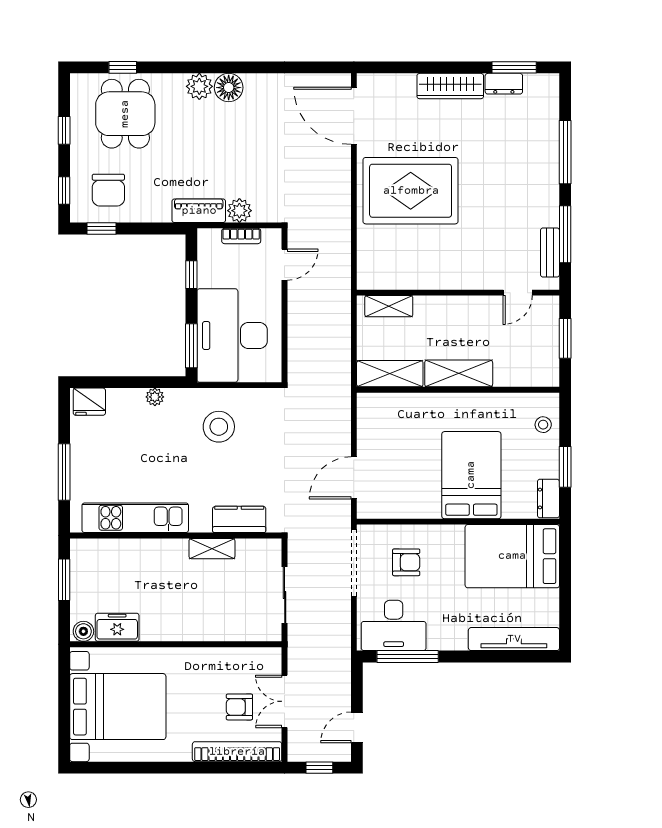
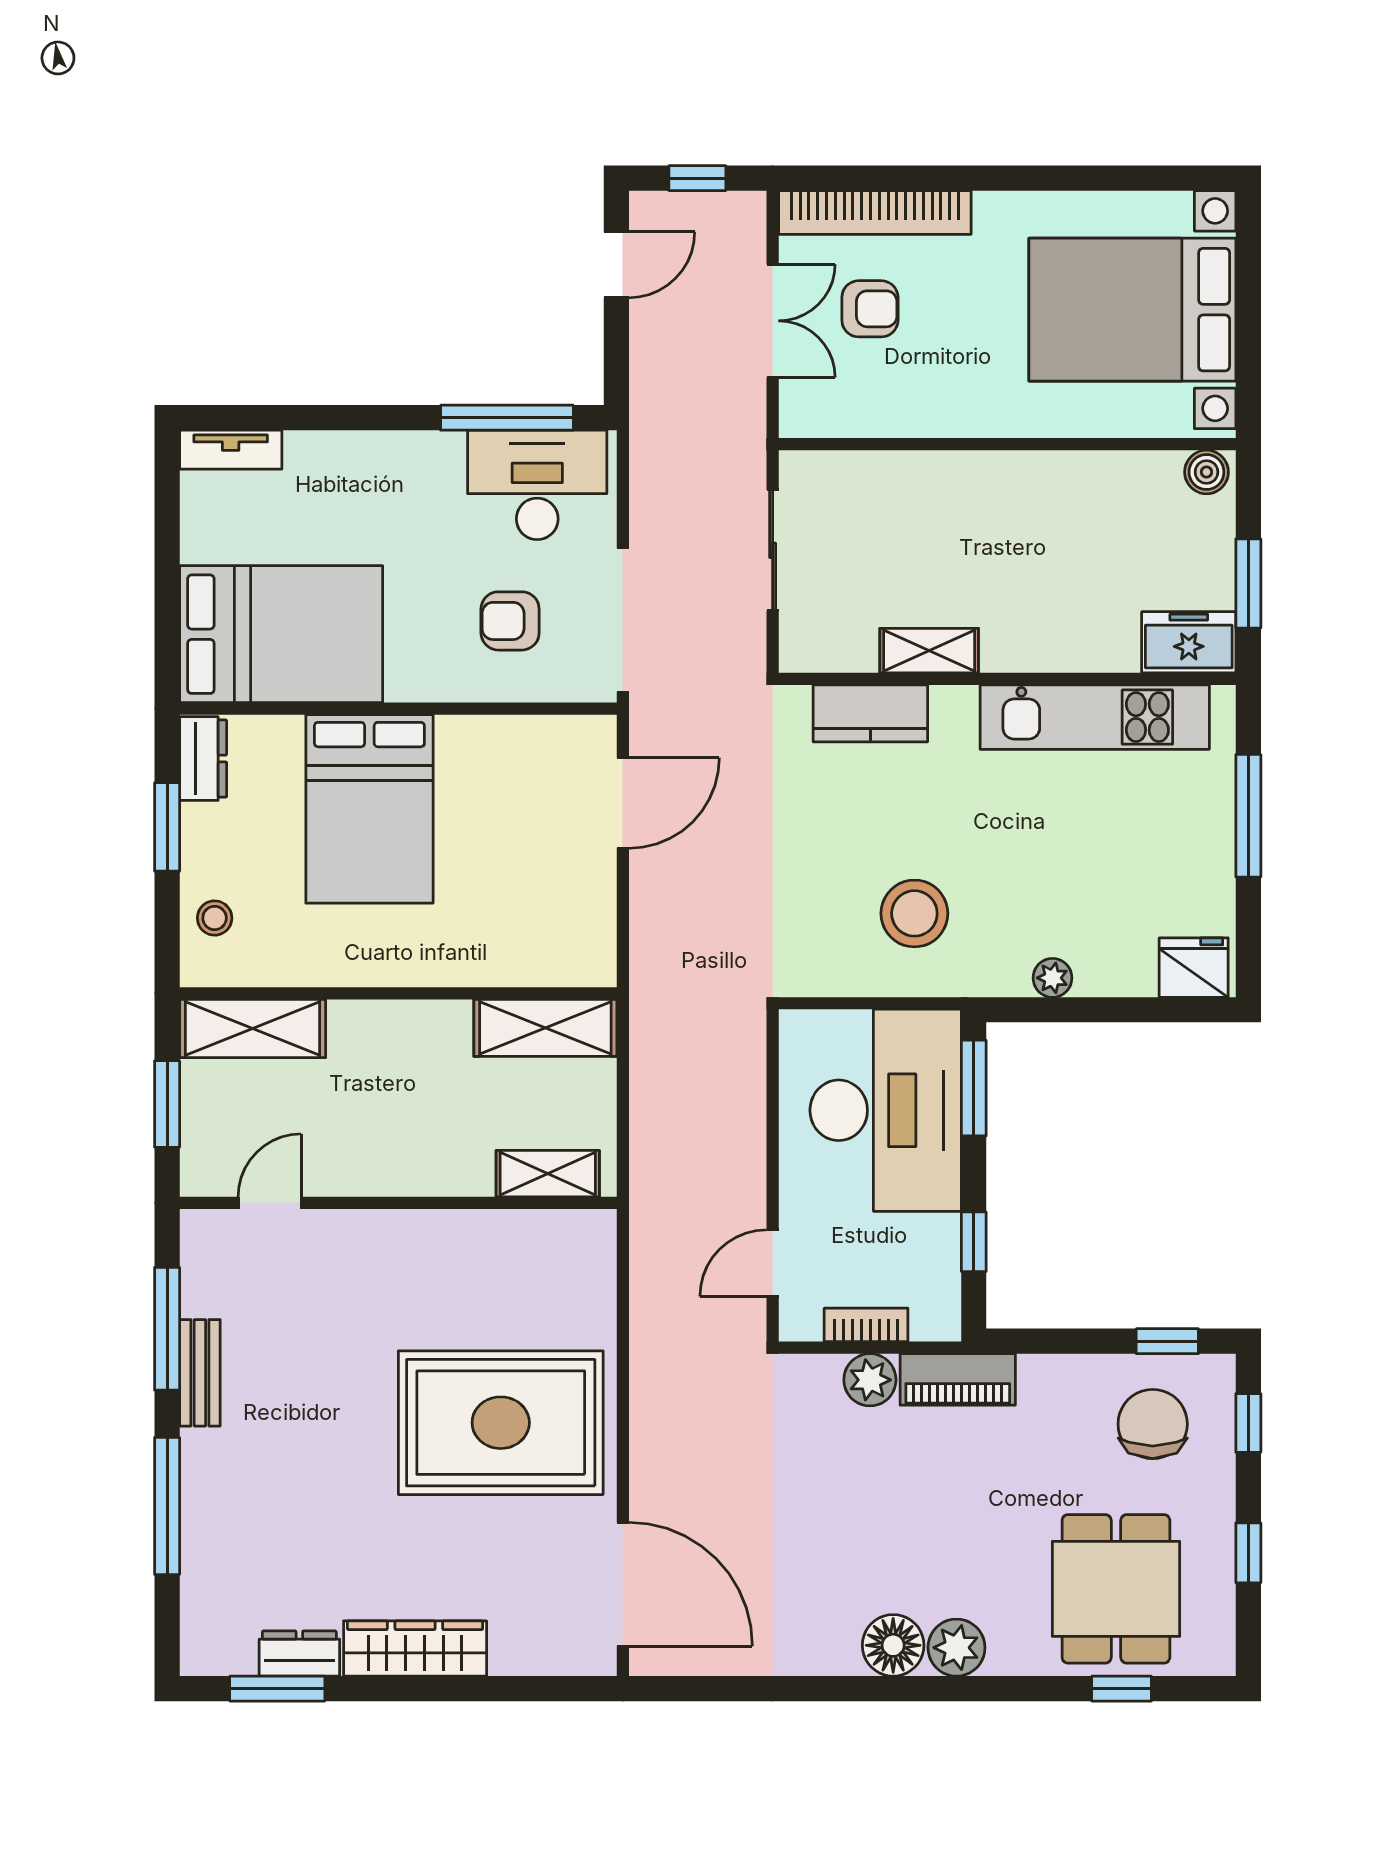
bench: (550, 252) -> (200, 1373), moved
shelving: (459, 373) -> (253, 1028), moved
freezer: (117, 627) -> (1189, 642), moved, turned 180
tv unit: (514, 639) -> (231, 450), width x0.52, depth x0.78

